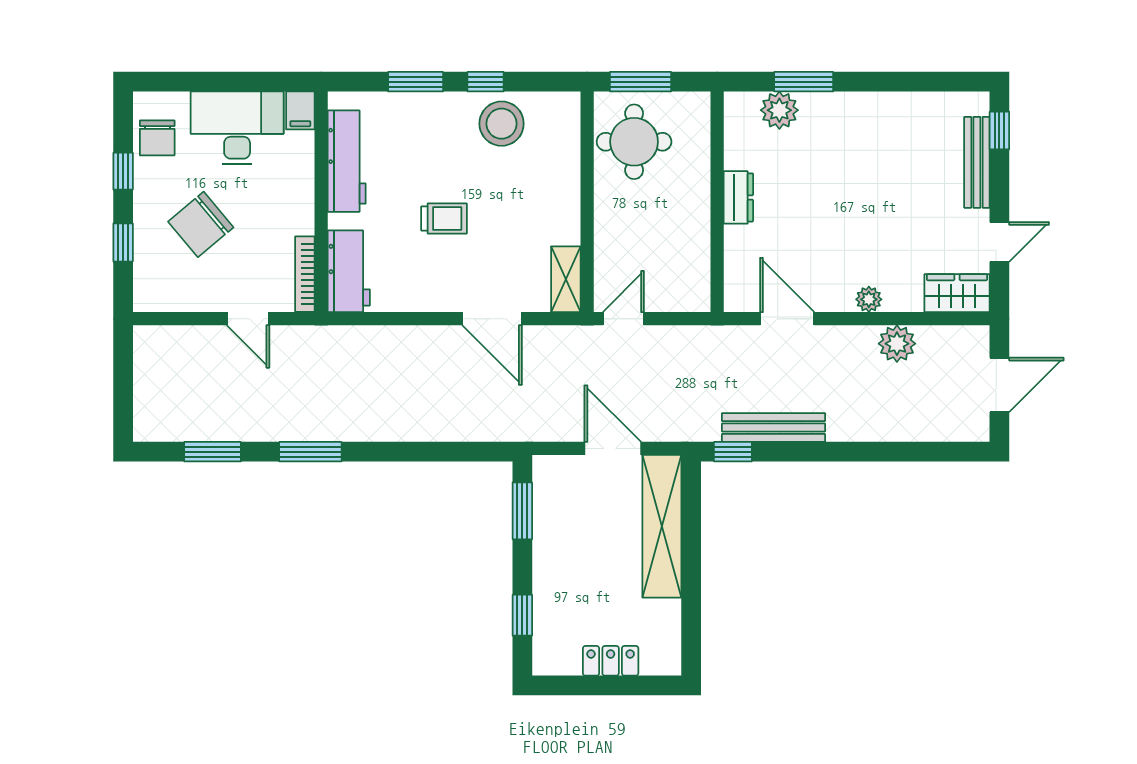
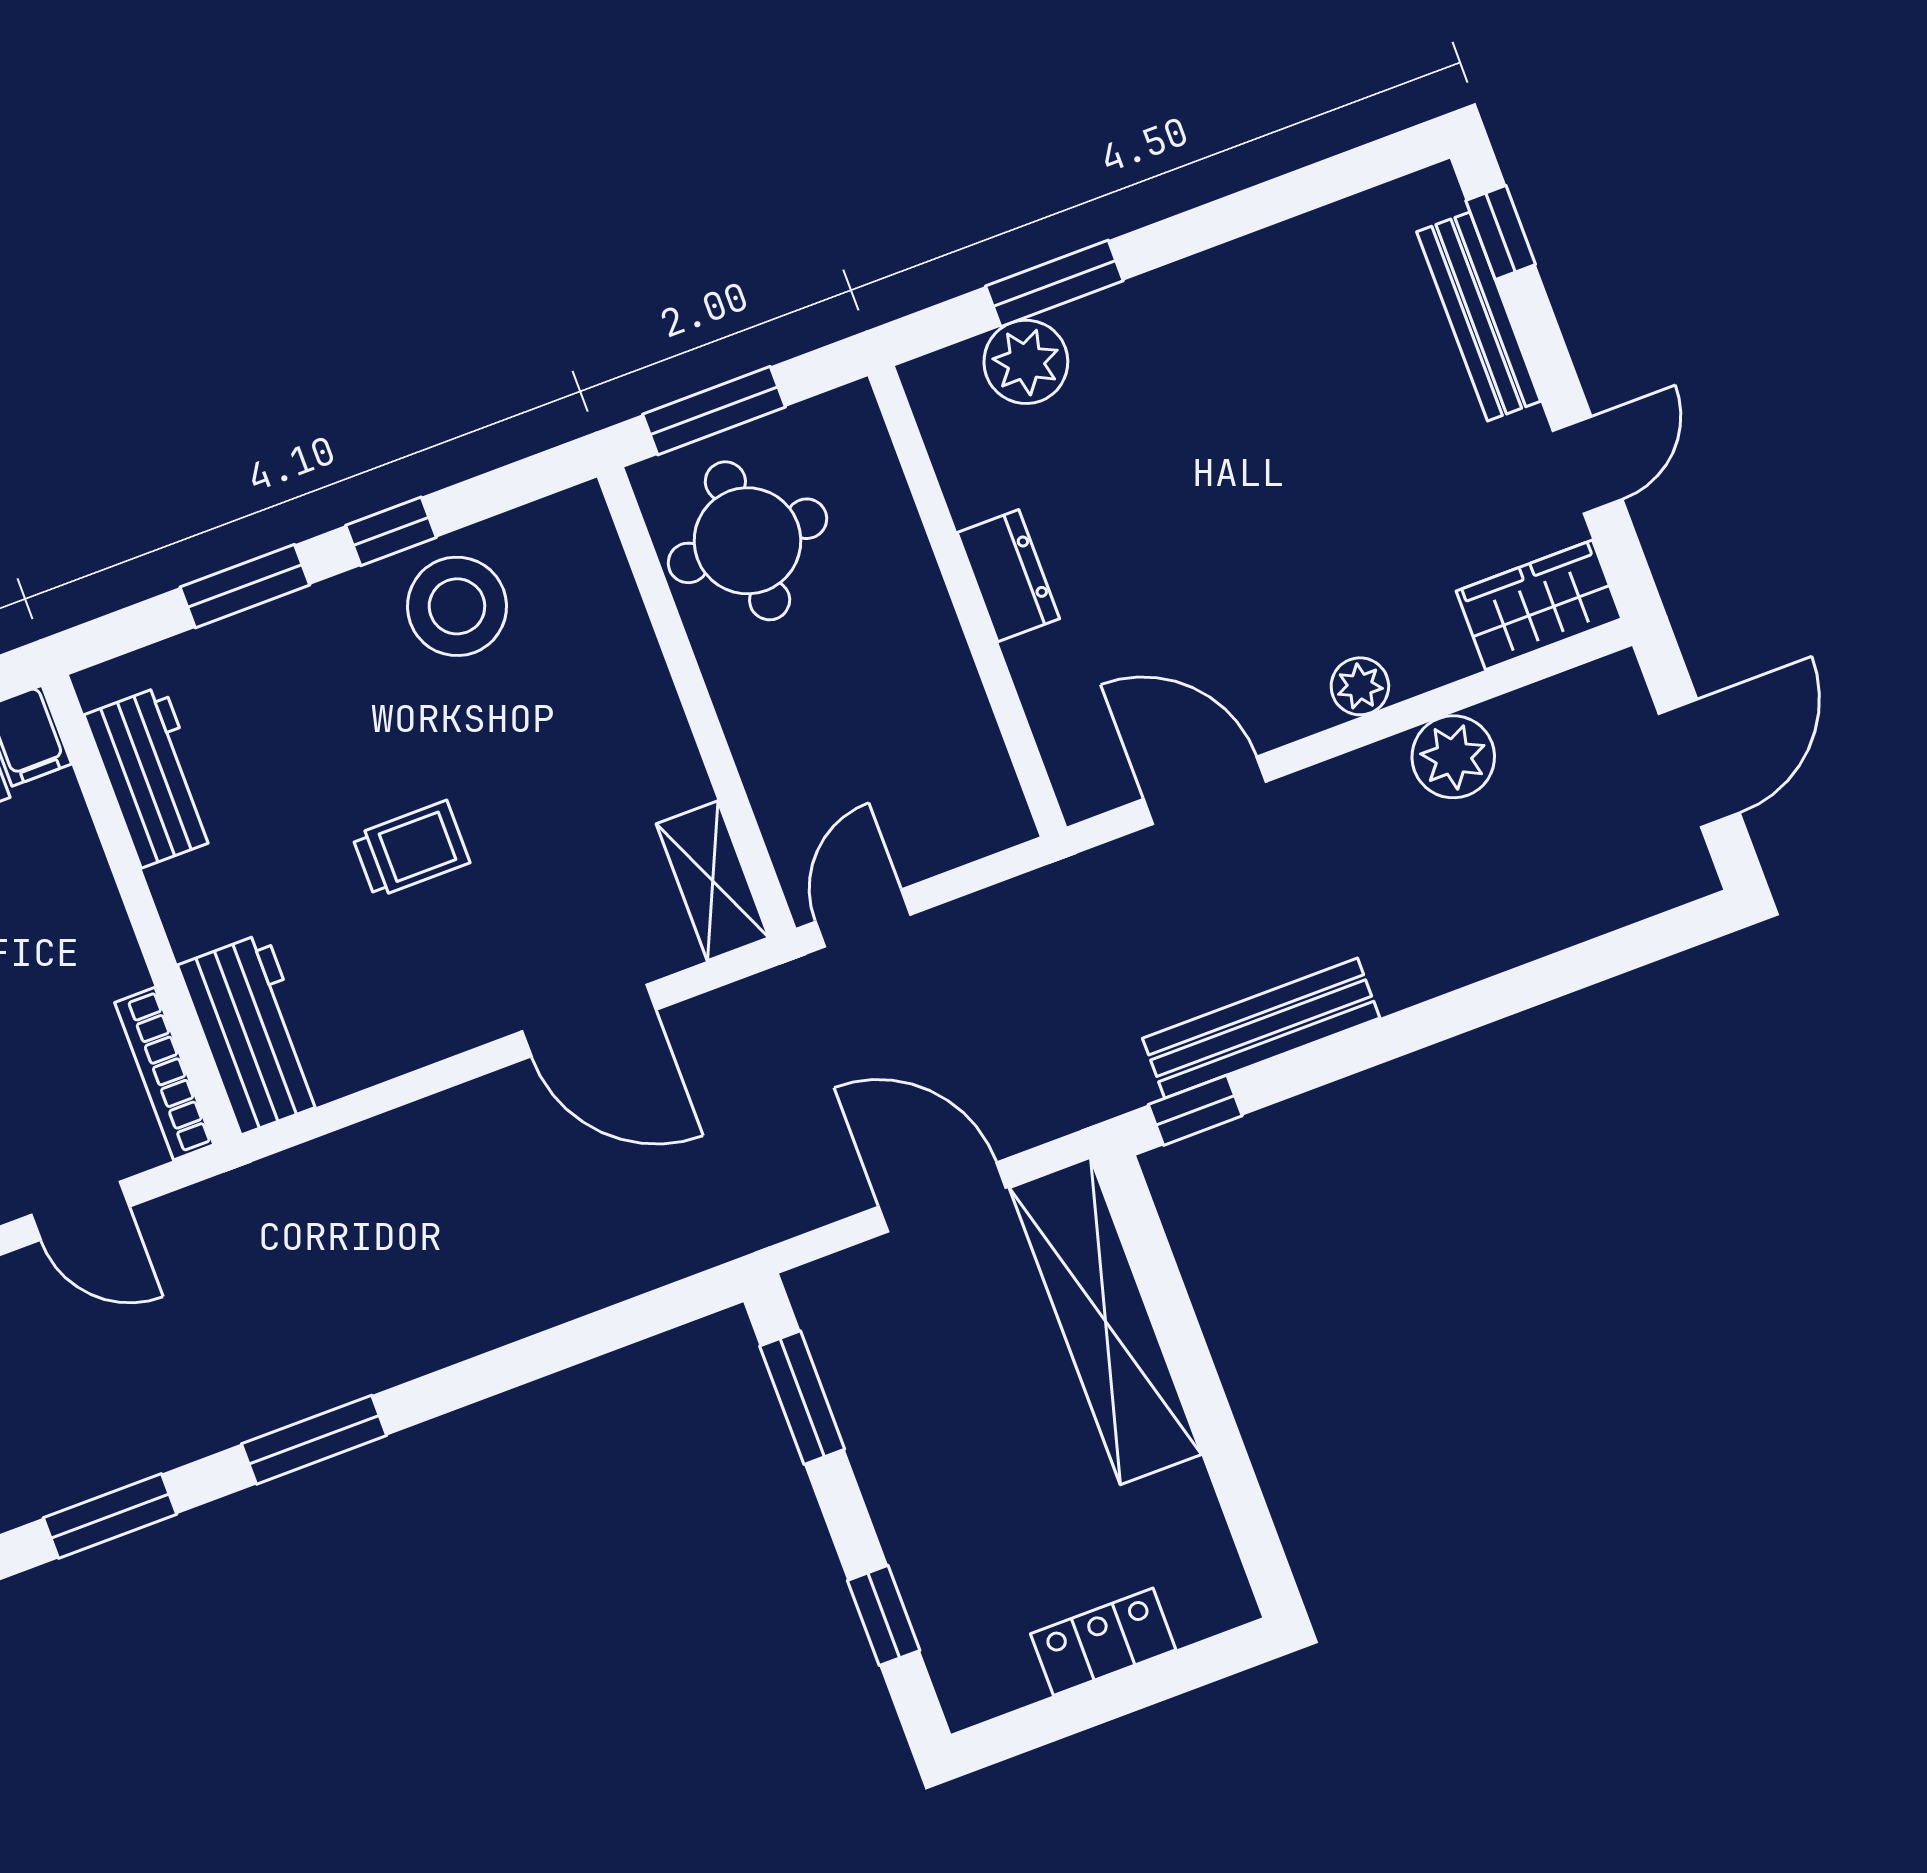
workbench: (347, 161) -> (152, 777), width x0.73

